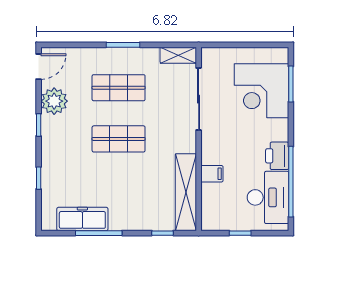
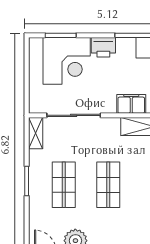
printer: (277, 156) -> (103, 47), moved
filing cabinet: (212, 174) -> (131, 104), width x2.00

